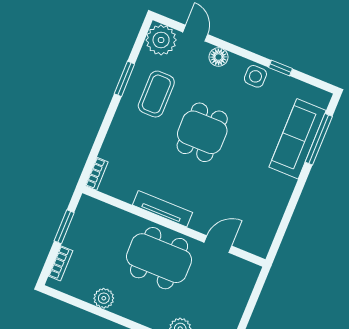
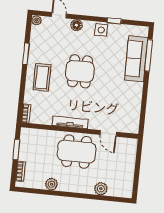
plant: (161, 40) -> (37, 20), width x0.53, depth x0.53
coffee table: (156, 94) -> (42, 77), moved
door: (218, 244) -> (108, 133), swing flipped

